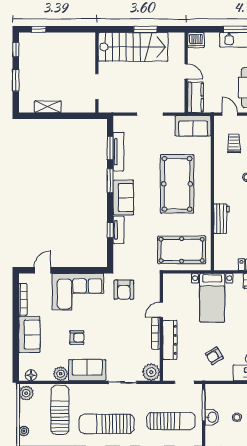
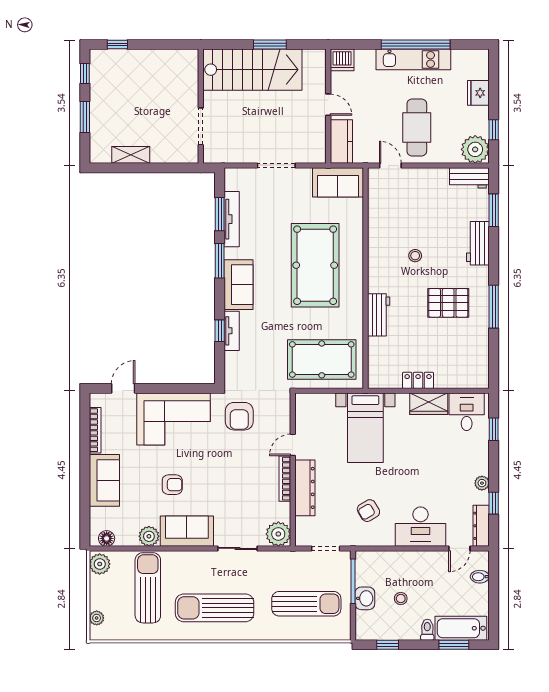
trolley: (234, 143) -> (397, 207), removed

